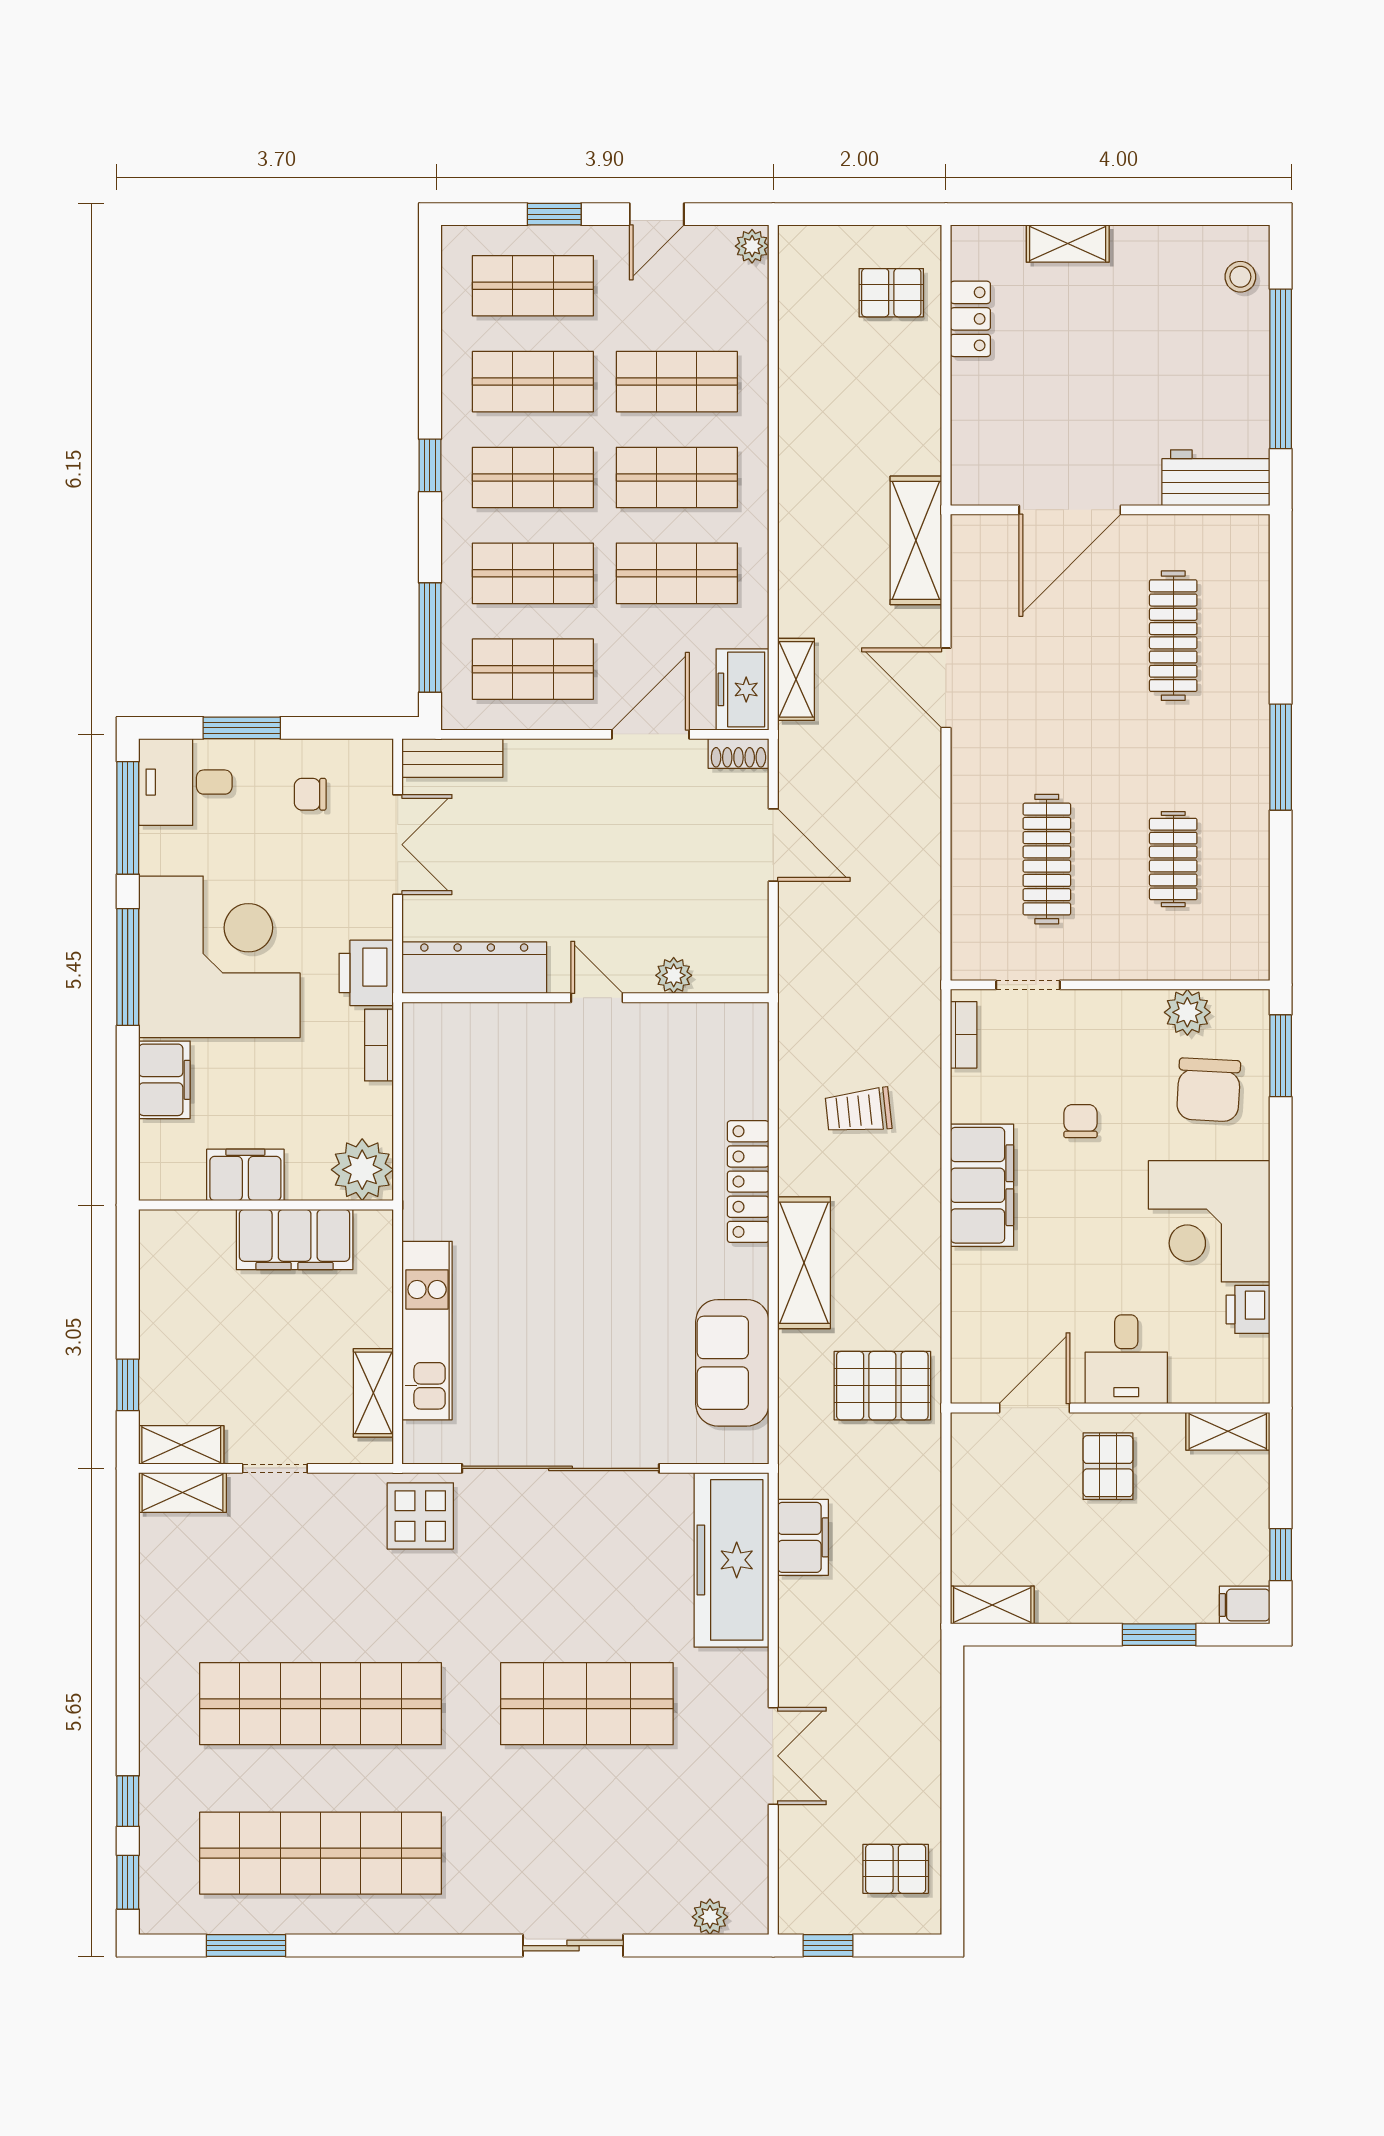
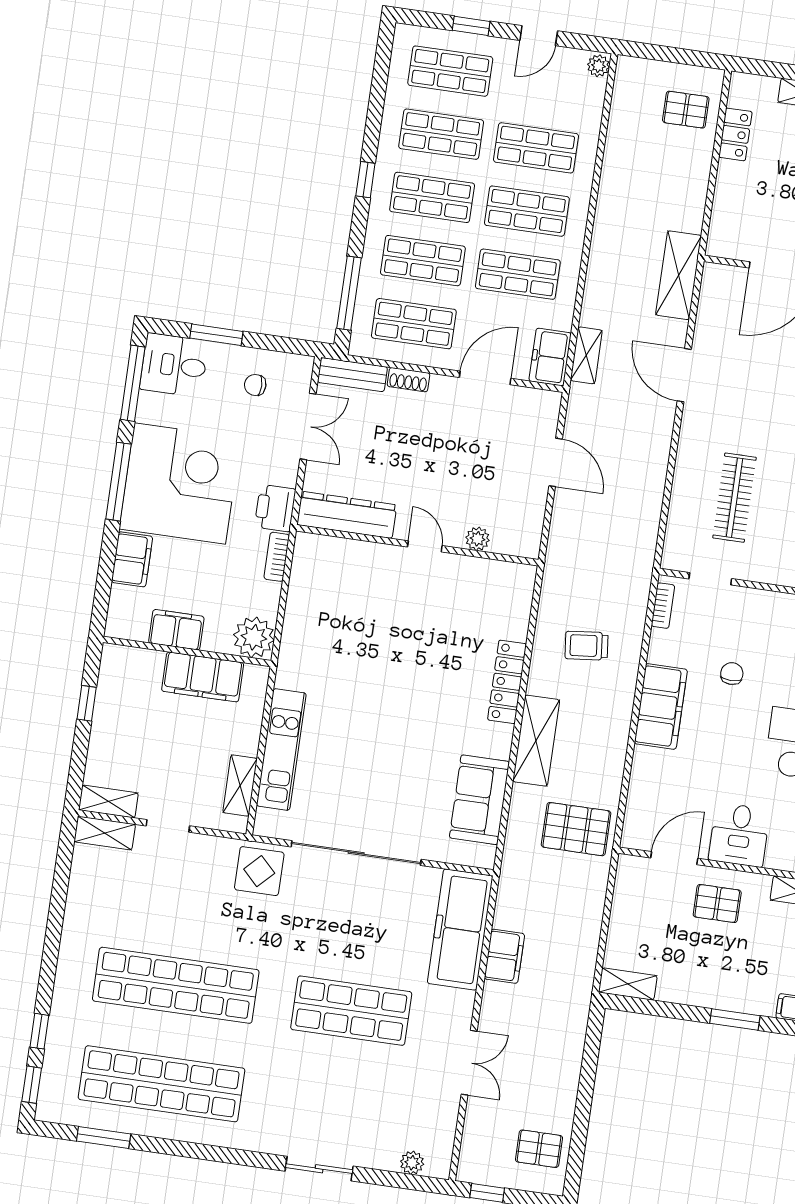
shoe rack: (738, 753) -> (408, 380), moved
window: (128, 1385) -> (87, 703), moved
pallet: (1108, 1466) -> (717, 904), turned 90
filing cabinet: (803, 1537) -> (504, 956), moved

